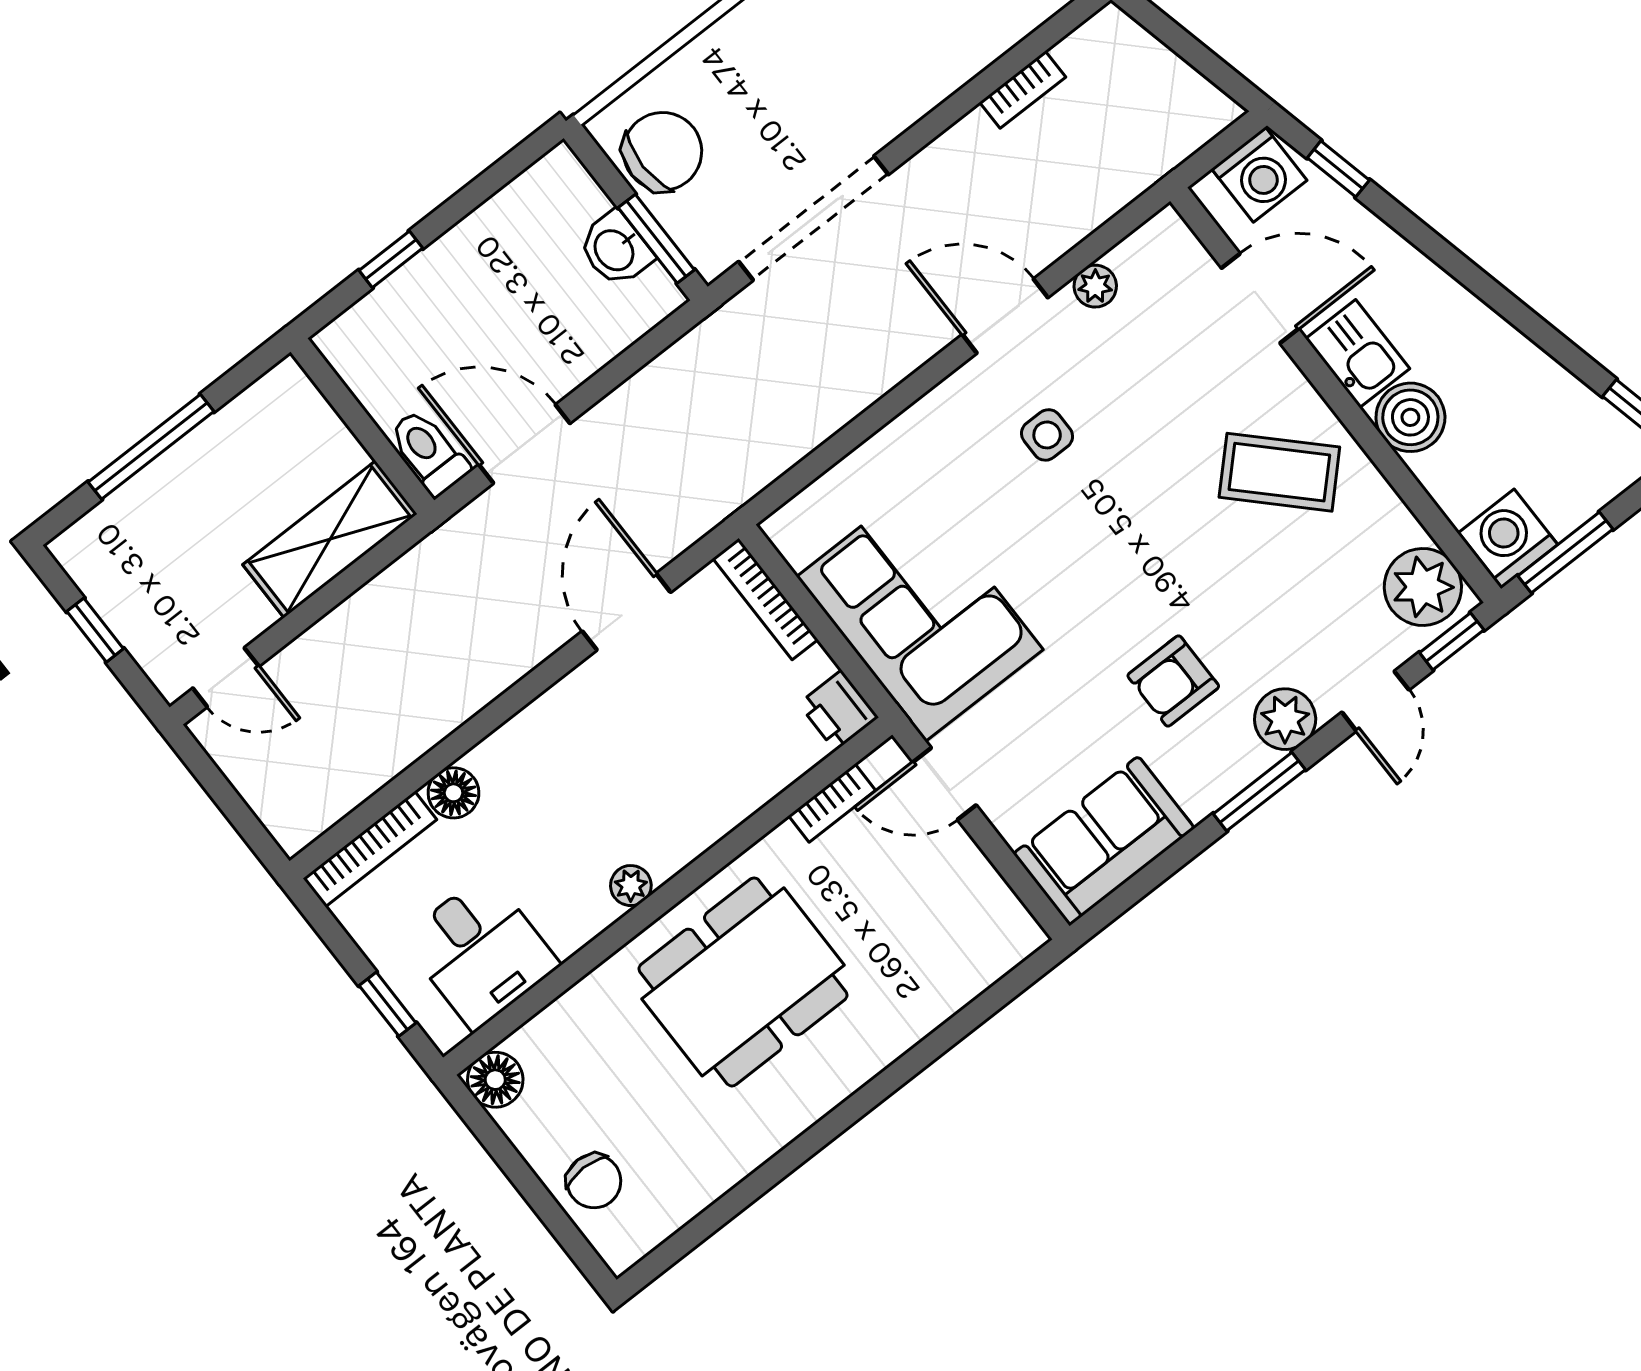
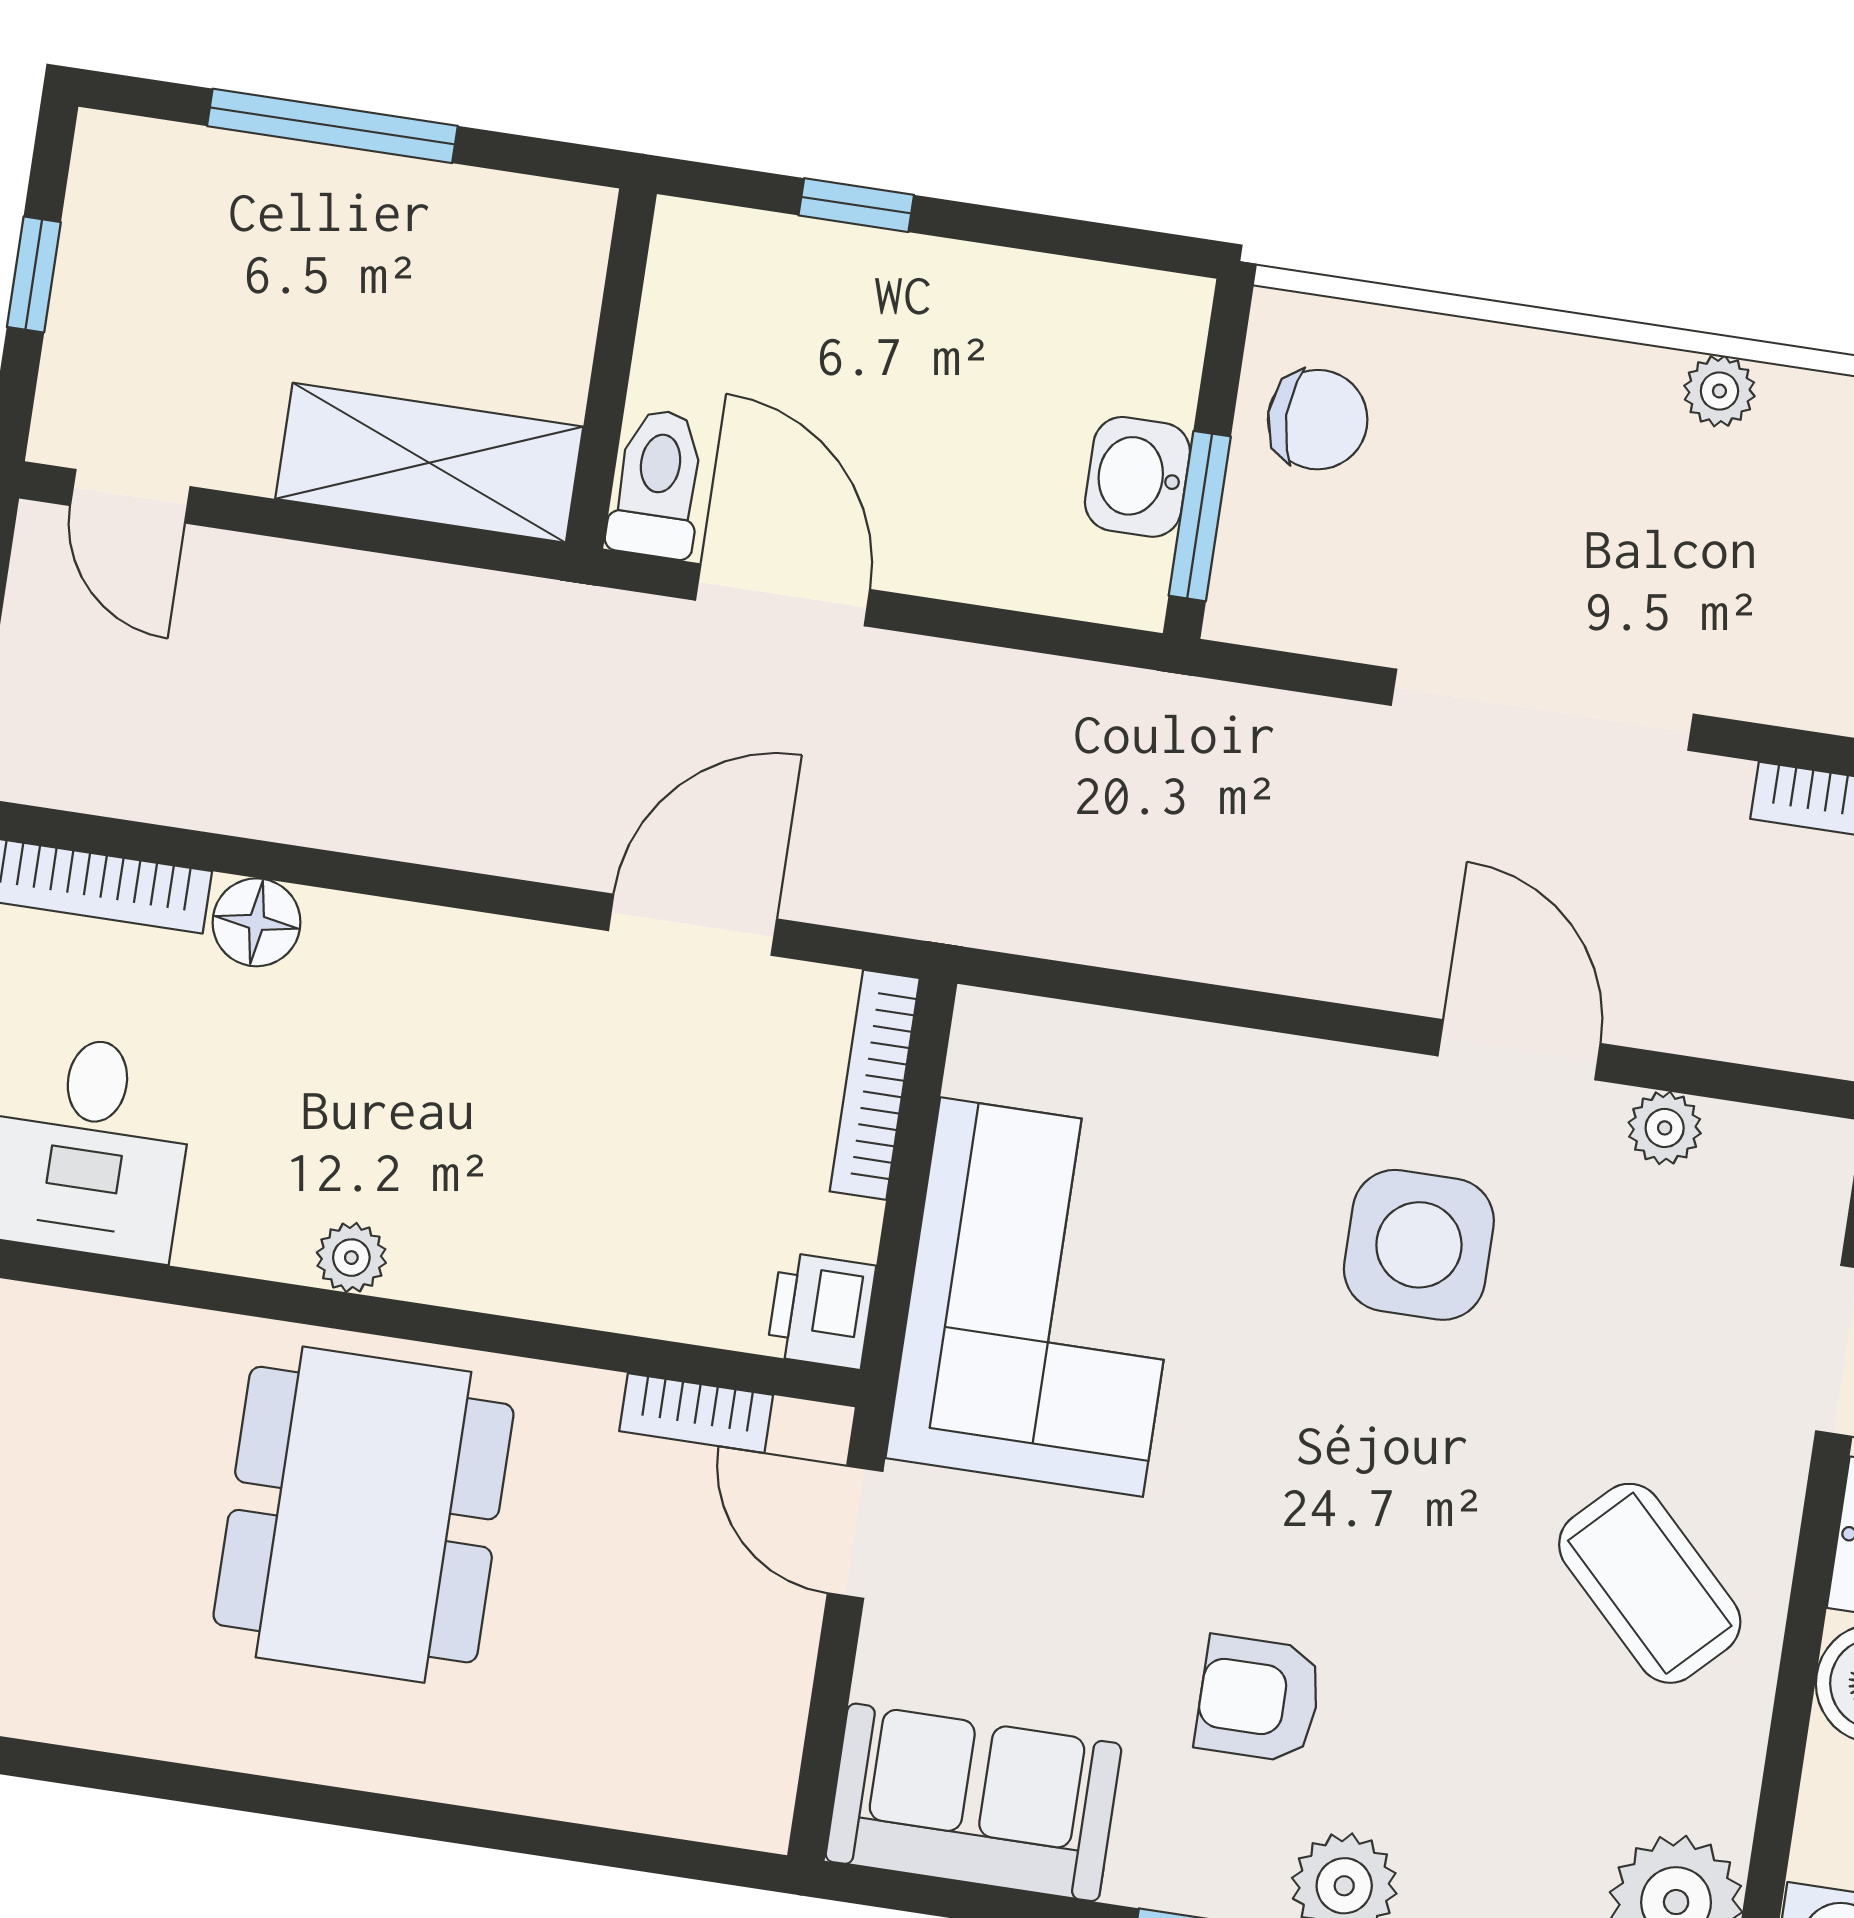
chair: (663, 151) -> (1318, 420), width x0.73, depth x0.73
doorway: (814, 218) -> (1542, 710), moved
side table: (1047, 435) -> (1419, 1245), width x1.87, depth x1.87
dining table: (743, 982) -> (363, 1515), turned 90

